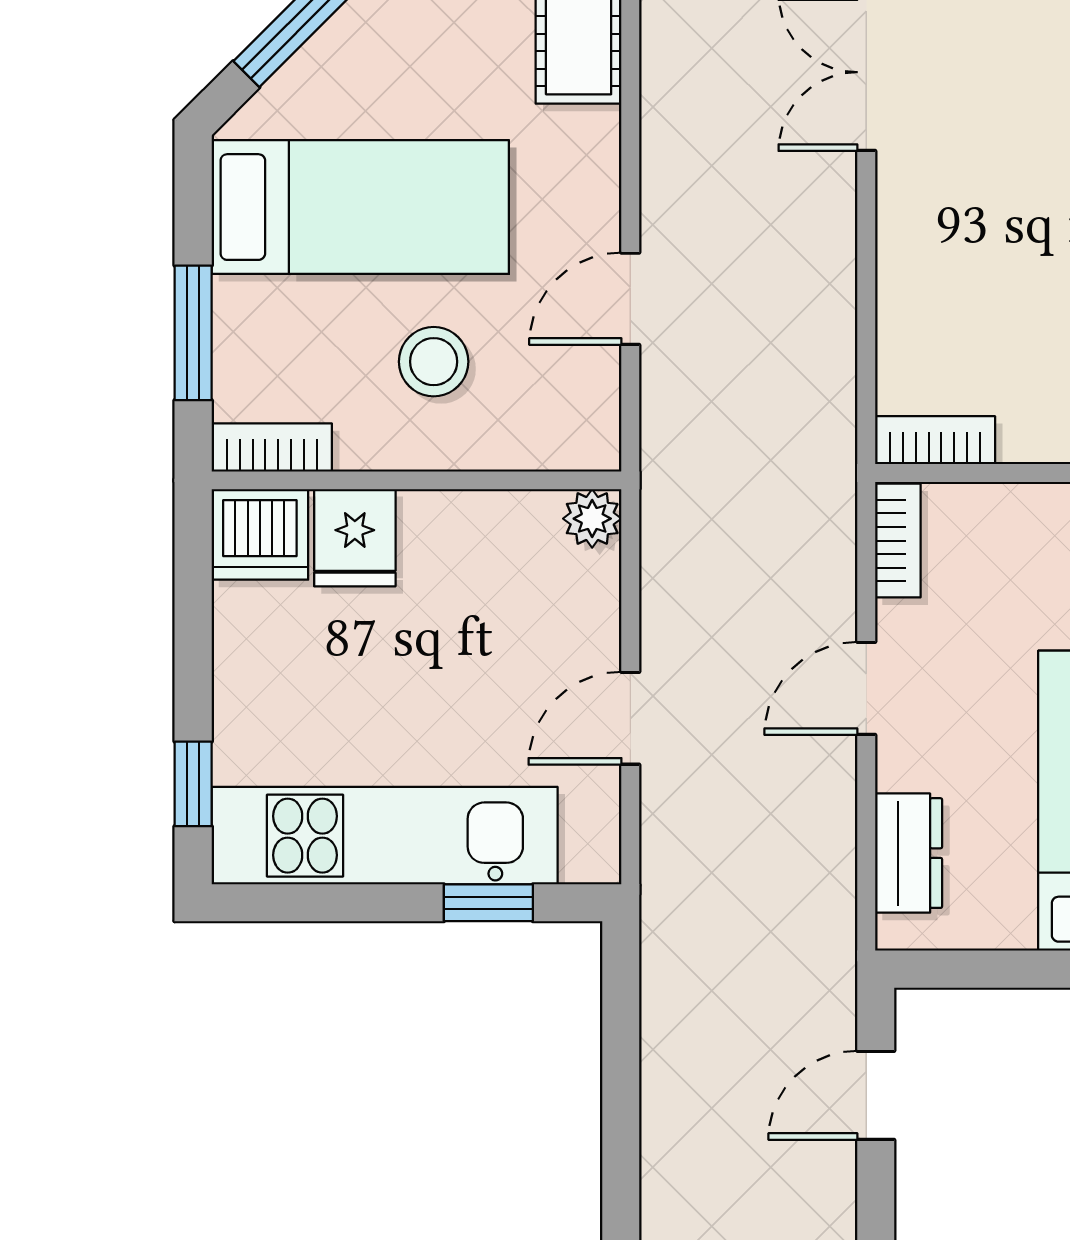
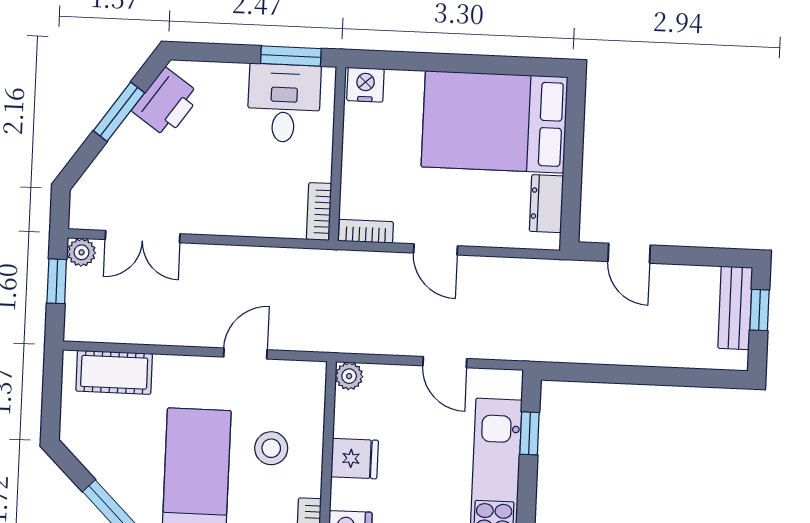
door: (630, 299) -> (245, 353), swing flipped
fridge: (355, 538) -> (355, 459), moved
dresser: (909, 853) -> (546, 204), moved, turned -90

